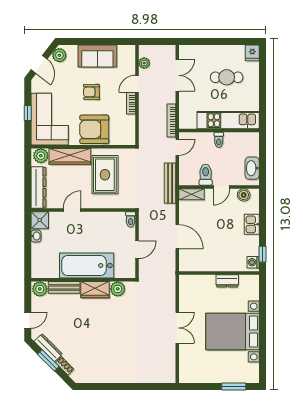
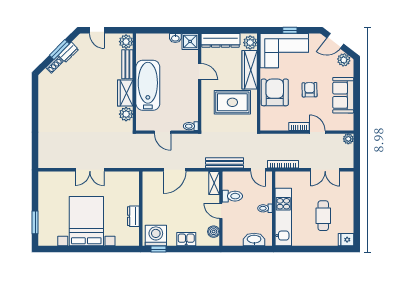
plant: (144, 63) -> (348, 139), moved
washbasin: (252, 168) -> (254, 239), moved
washing machine: (253, 262) -> (156, 235), width x1.89, depth x1.89
dresser: (48, 348) -> (68, 52), width x0.70

